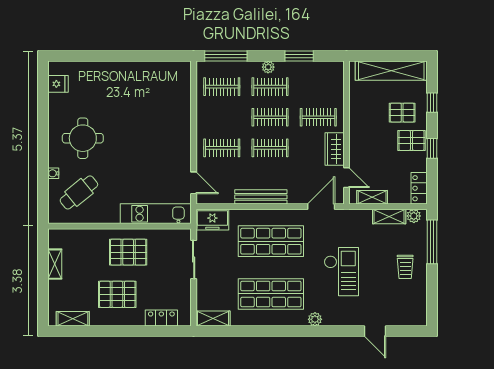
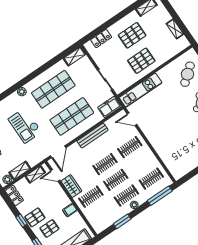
filing cabinet: (359, 119) -> (70, 210), added

